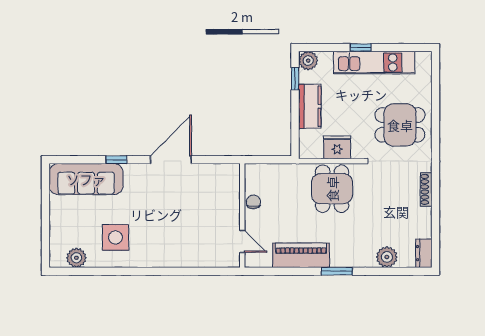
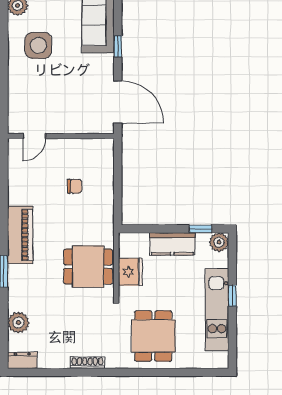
wall: (242, 215) -> (61, 136), moved
door: (242, 241) -> (34, 136), moved

